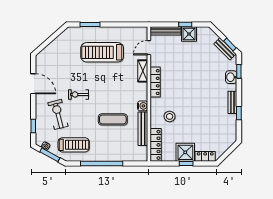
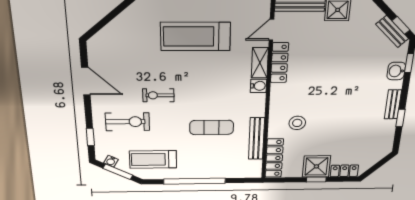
locker: (155, 82) -> (279, 63), moved
water cooler: (143, 106) -> (258, 86), moved
exercise bike: (58, 114) -> (128, 122), turned 104
treadmill: (74, 145) -> (153, 159), turned 180

